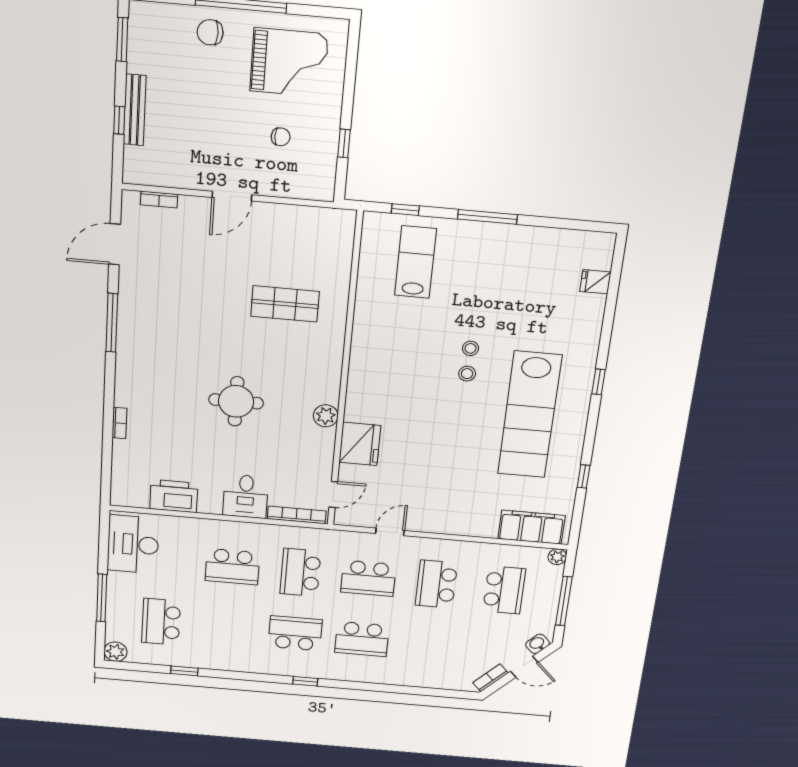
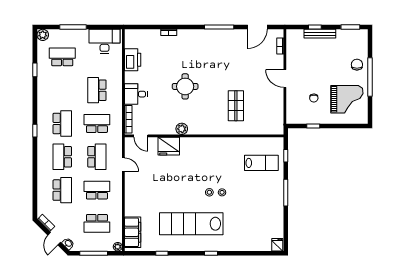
grand piano: (289, 63) -> (347, 99), turned -90
door: (115, 244) -> (257, 27), swing flipped
fridge: (595, 282) -> (277, 245), moved
school desk: (368, 578) -> (97, 157), turned 180
school desk: (429, 645) -> (62, 190), added

